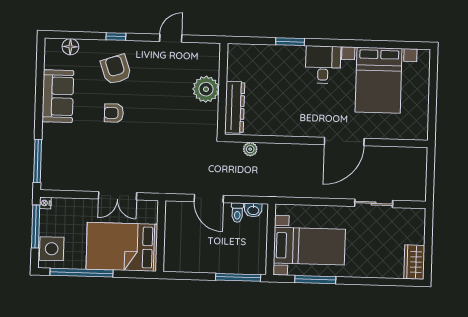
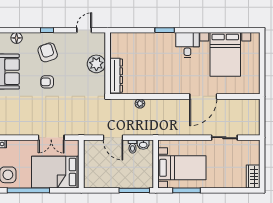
plant: (206, 89) -> (96, 64), moved
wall: (223, 89) -> (108, 63), moved
dresser: (235, 107) -> (116, 76), moved

